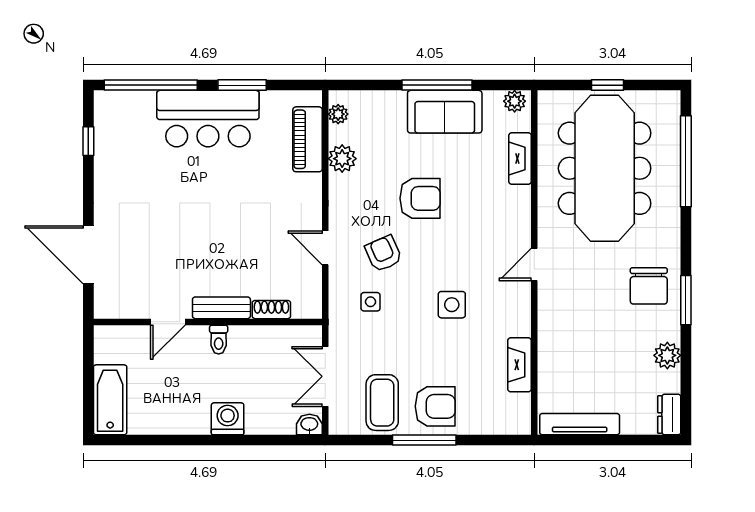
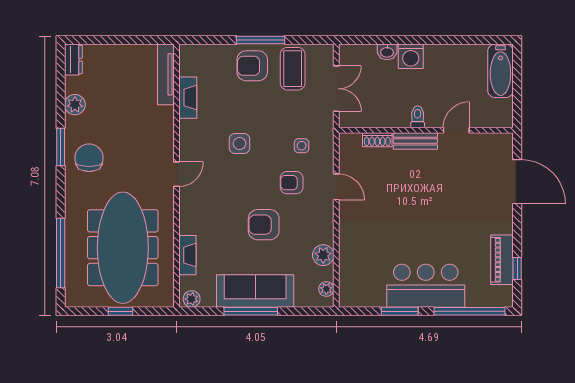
sofa: (445, 112) -> (255, 291), width x1.36
piano: (308, 139) -> (502, 260), moved, turned 180
armchair: (384, 253) -> (292, 183), turned 114
tv unit: (580, 424) -> (166, 74), moved, turned 90
washbasin: (309, 425) -> (387, 52), moved

